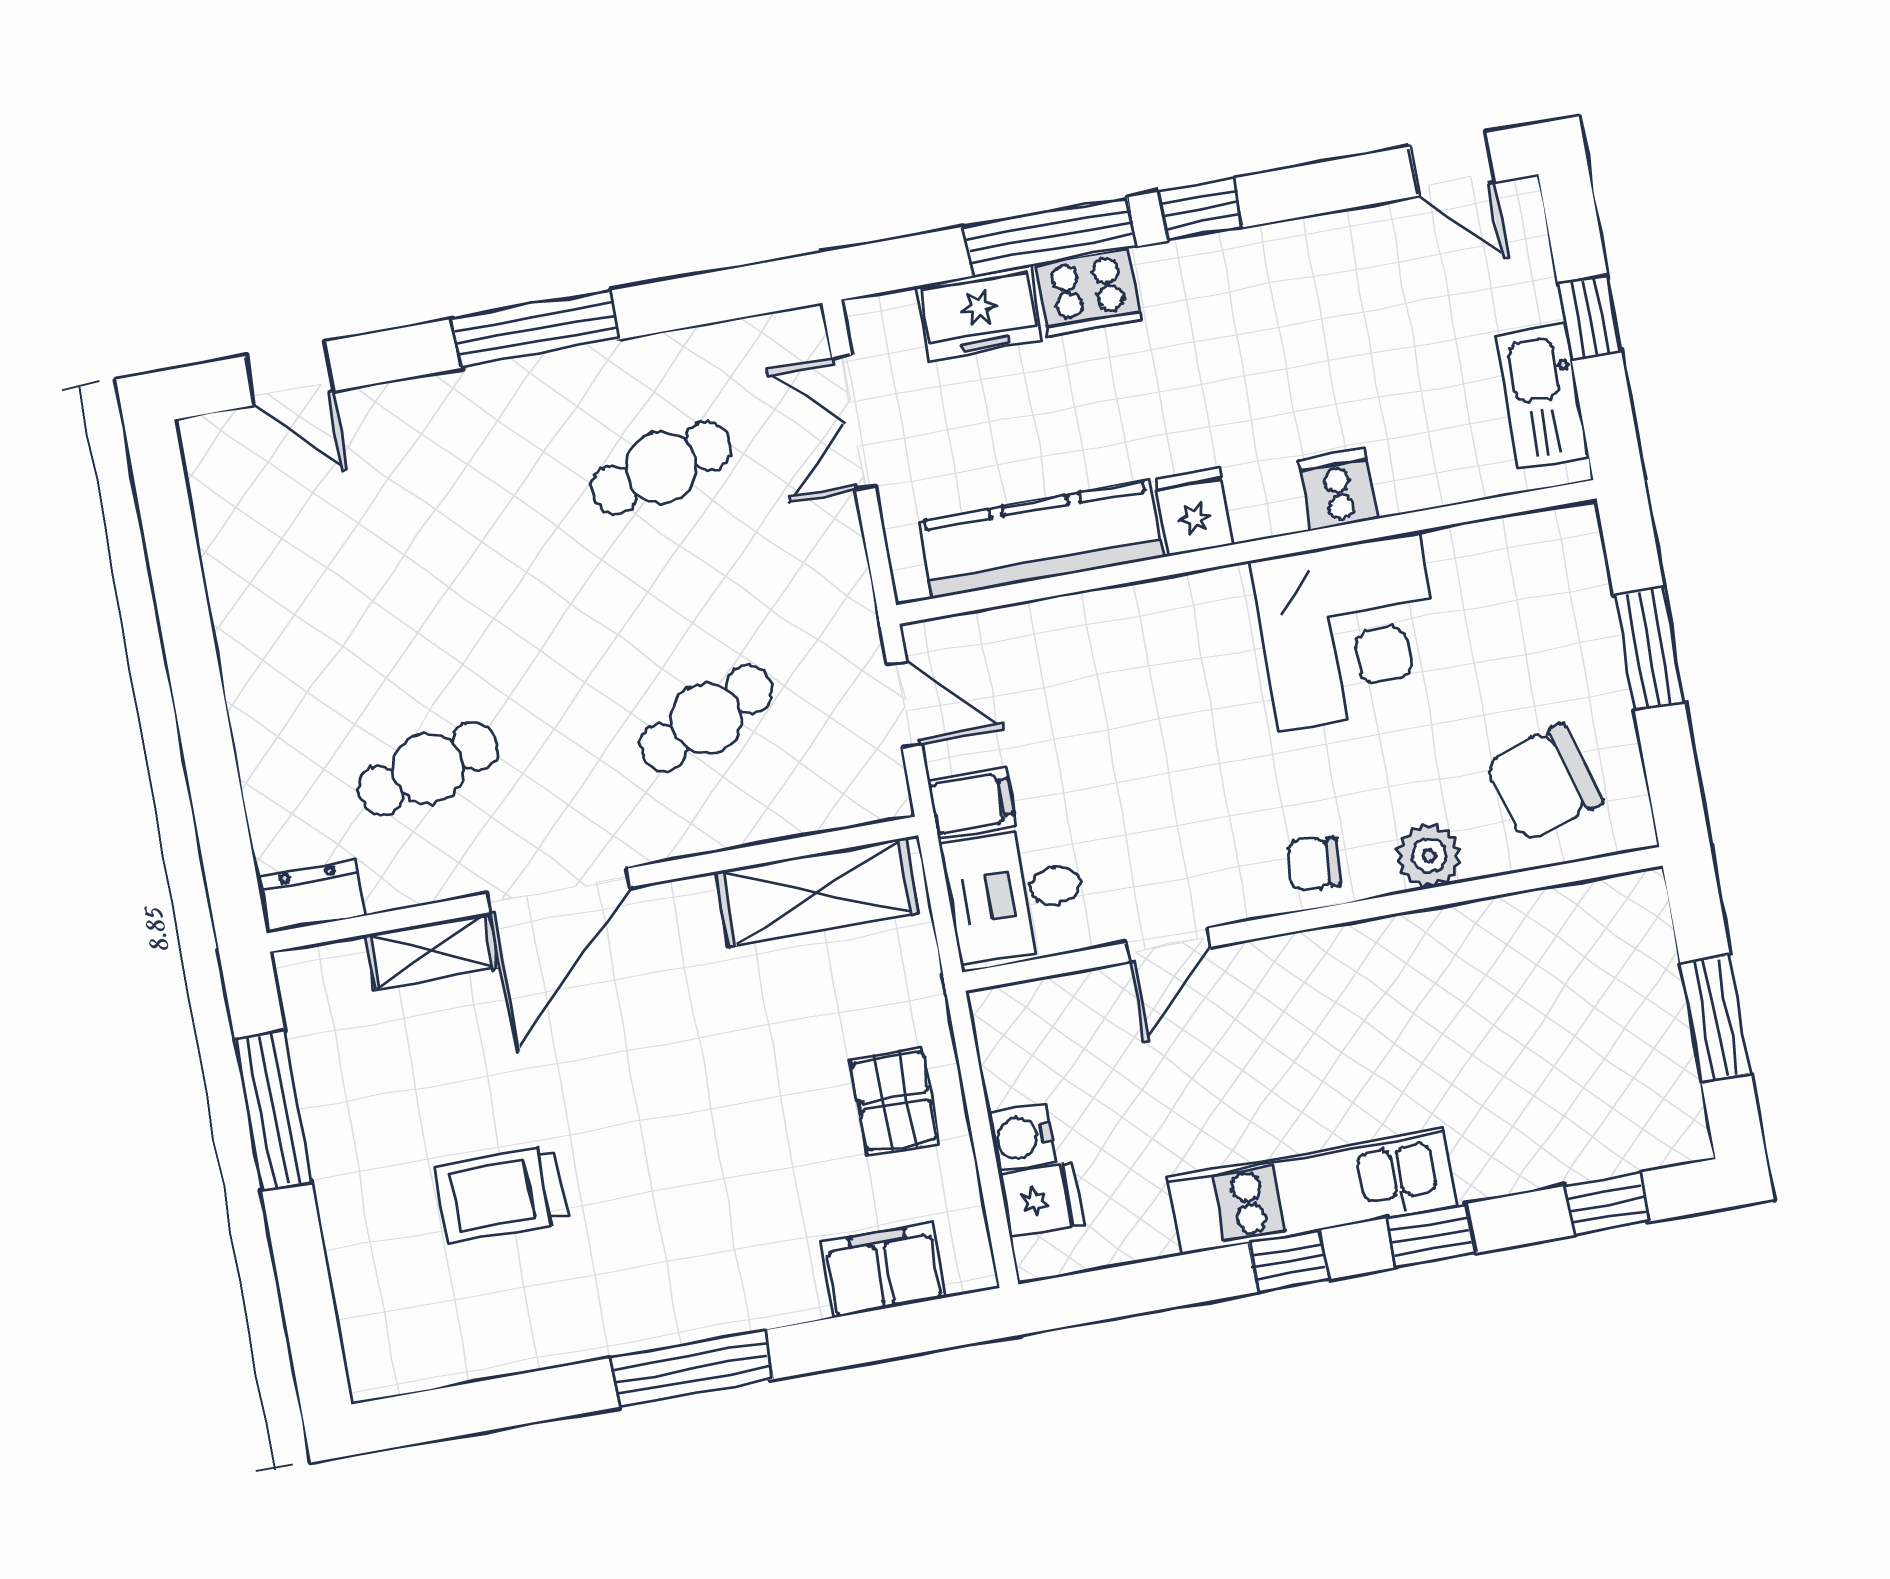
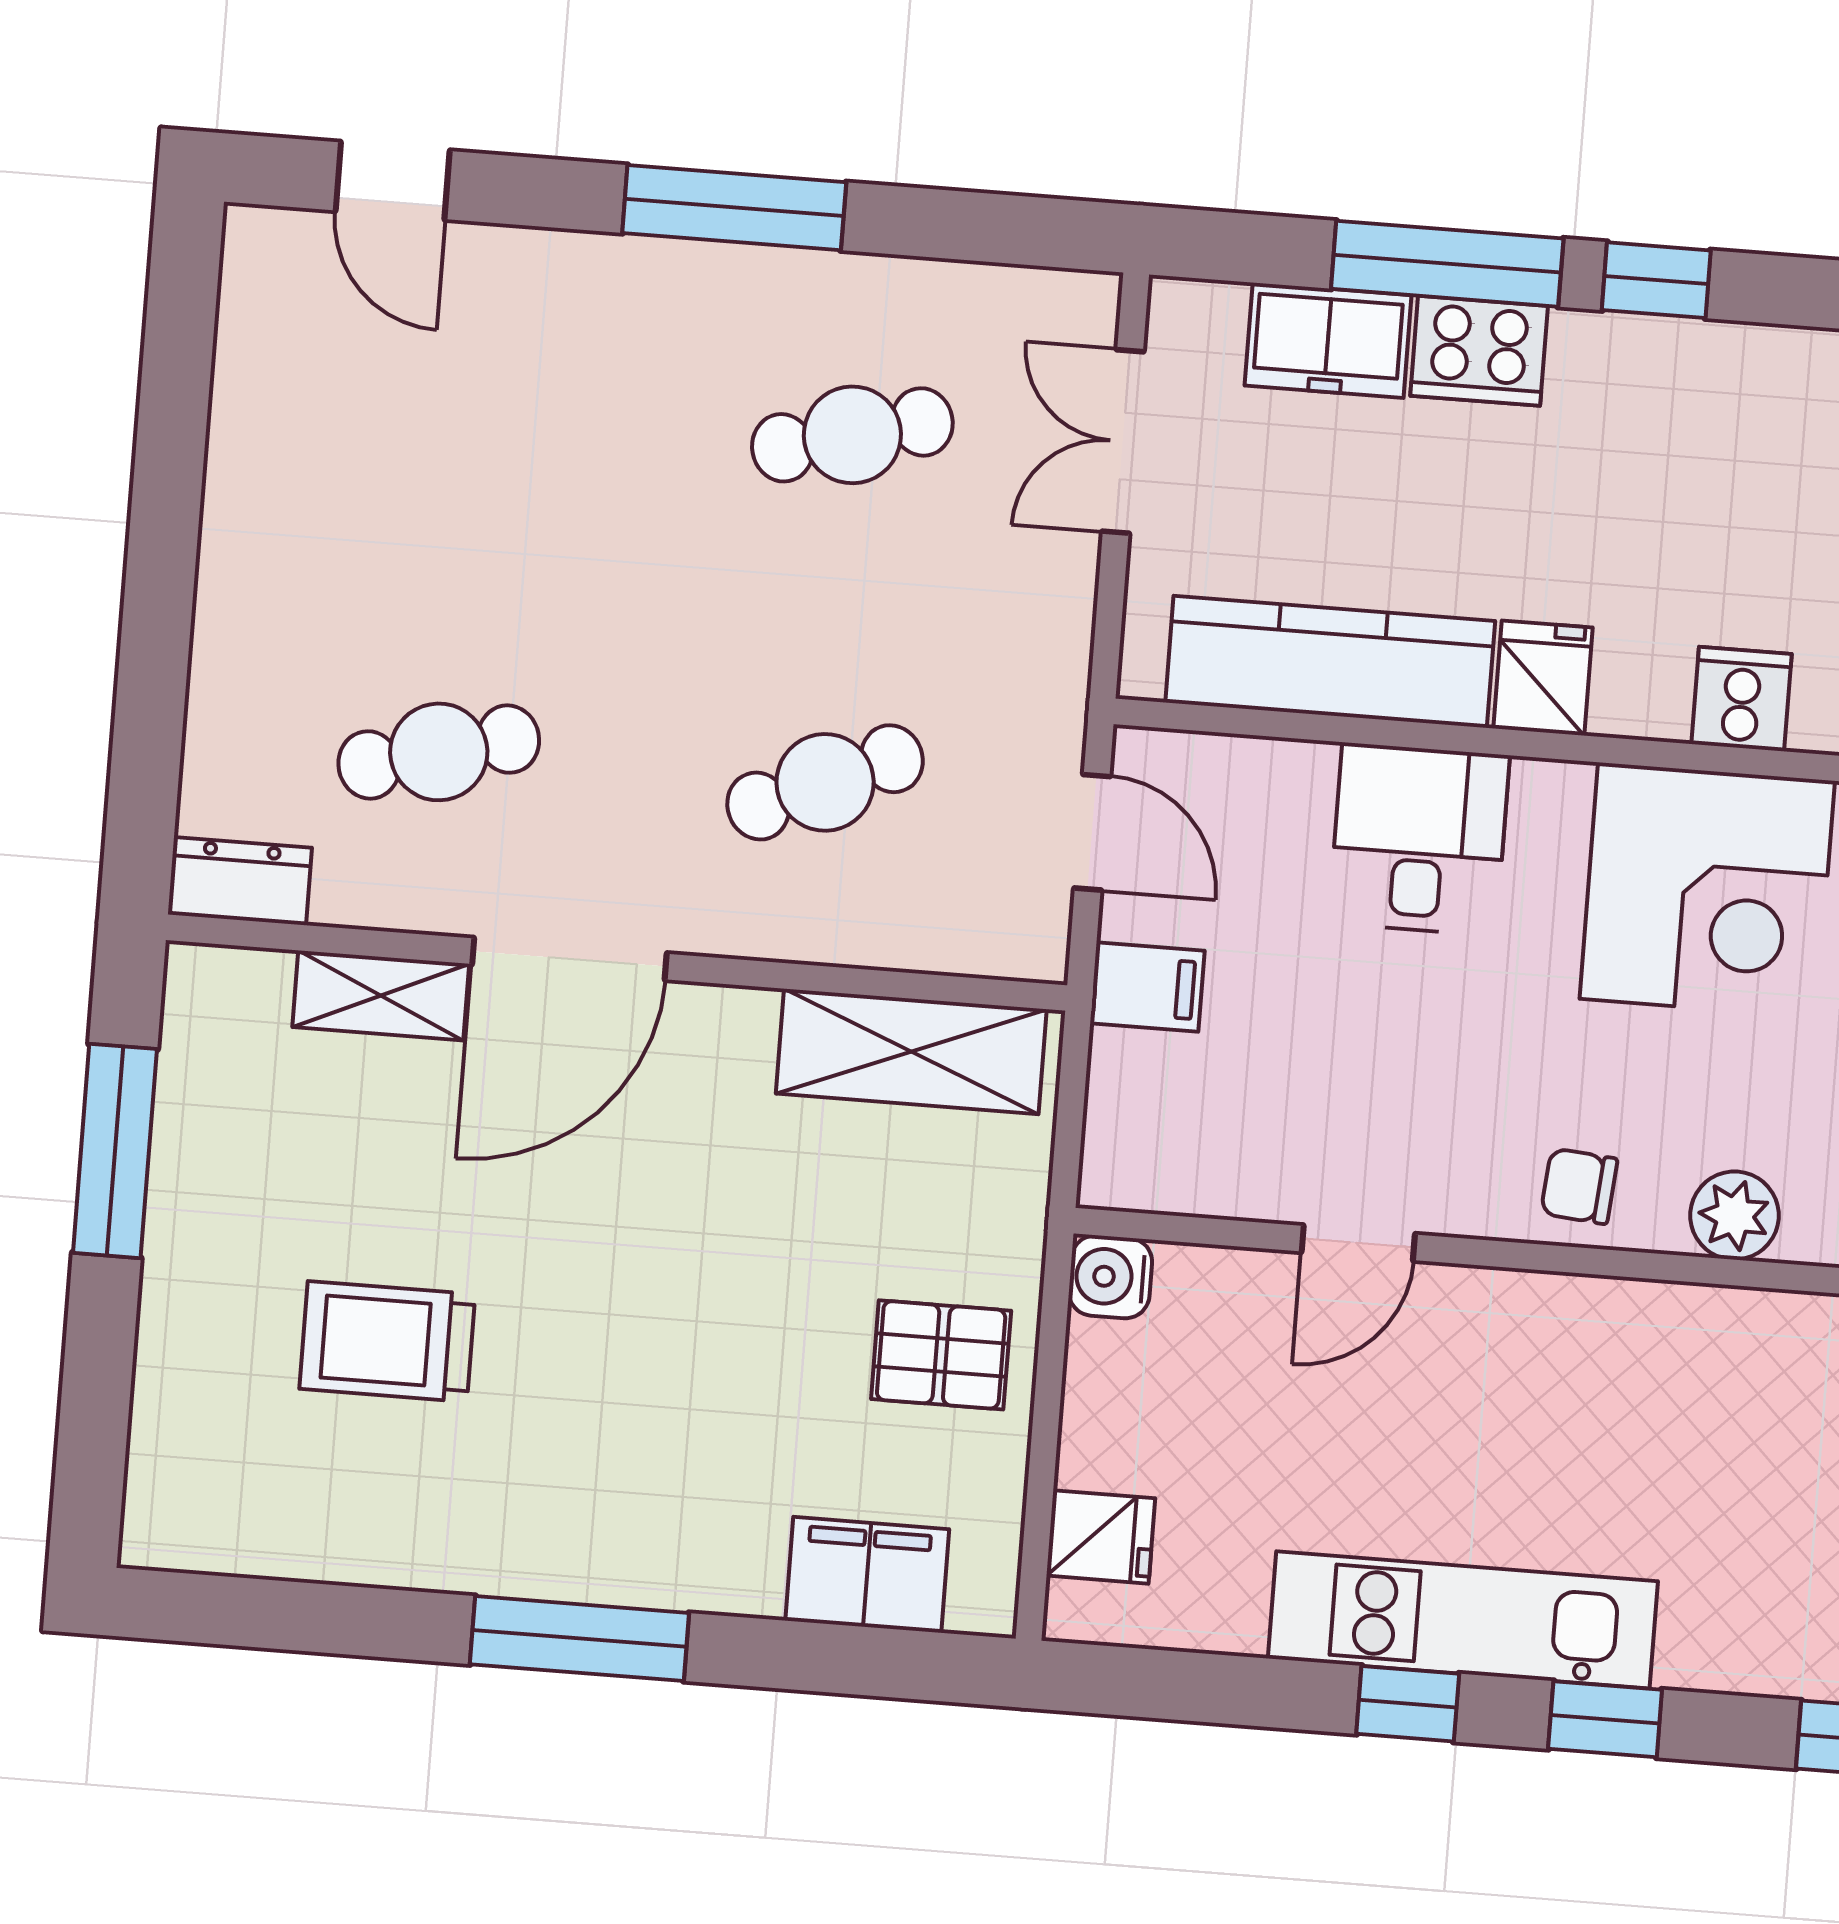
desk: (1015, 893) -> (1419, 839), moved, turned 90
pallet: (894, 1101) -> (941, 1355), turned 90
water cooler: (1022, 1137) -> (1110, 1277), moved

